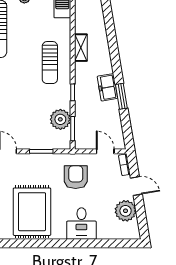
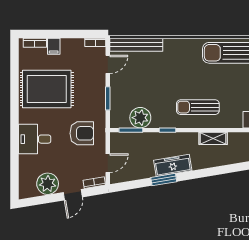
freezer: (107, 87) -> (173, 165), width x1.40

